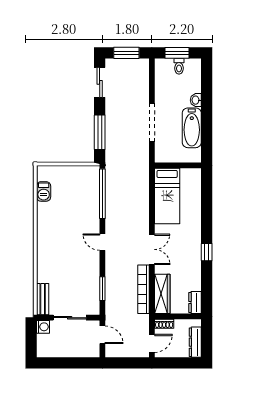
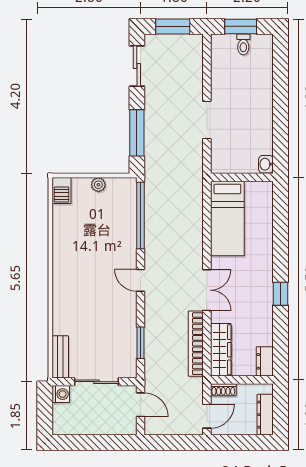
washbasin: (196, 100) -> (266, 164), moved
doorway: (152, 123) -> (207, 120), width x0.73
bathtub: (192, 128) -> (260, 127), removed
plant: (71, 171) -> (98, 185), added
barbecue: (44, 191) -> (62, 191), moved

